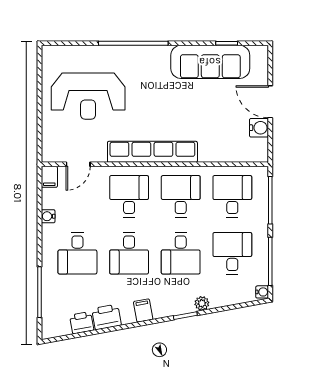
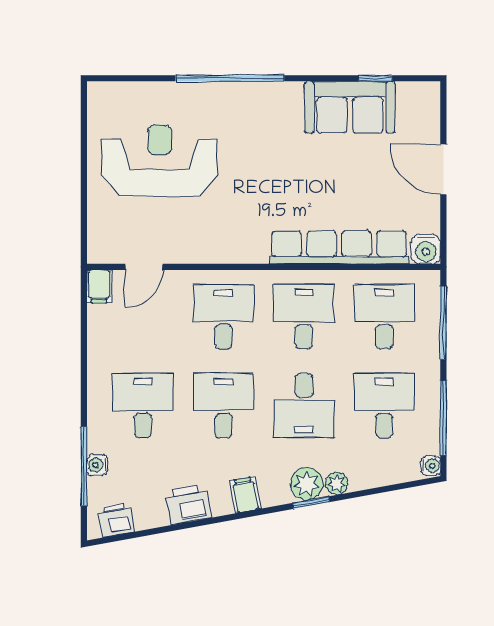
sofa: (210, 62) -> (350, 107), width x0.73
reception desk: (88, 96) -> (160, 161), turned 180
water cooler: (259, 128) -> (426, 249), moved, turned 90
row of seats: (152, 152) -> (339, 247), moved
water cooler: (48, 216) -> (97, 465), moved
desk: (77, 253) -> (143, 405), turned 180
desk: (129, 253) -> (223, 405), turned 180
plant: (183, 304) -> (307, 484), added
printer: (82, 323) -> (116, 520), moved

